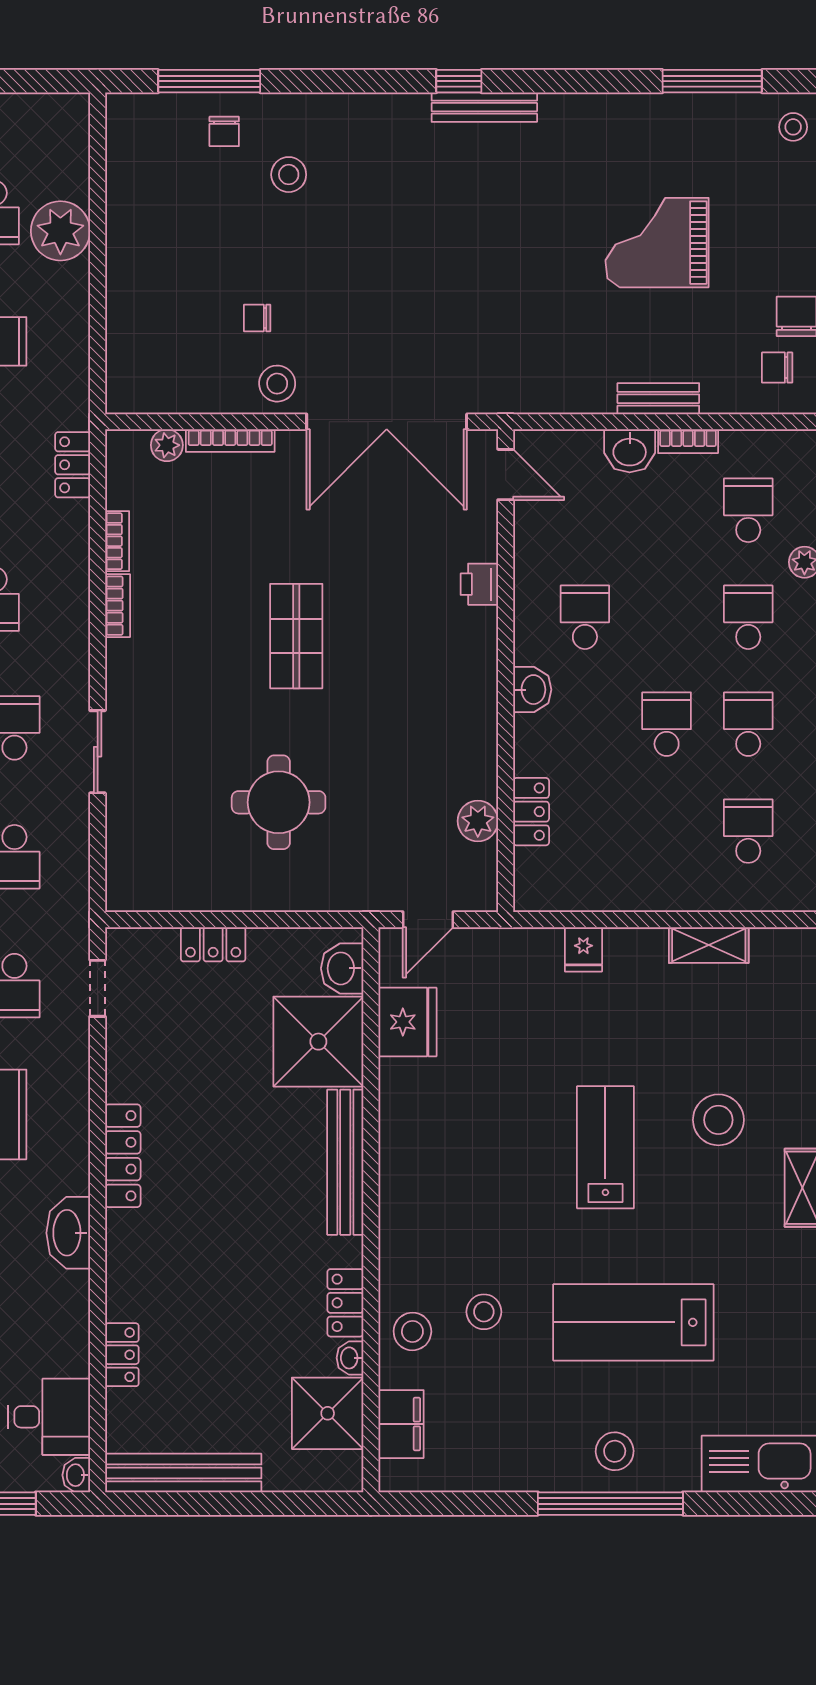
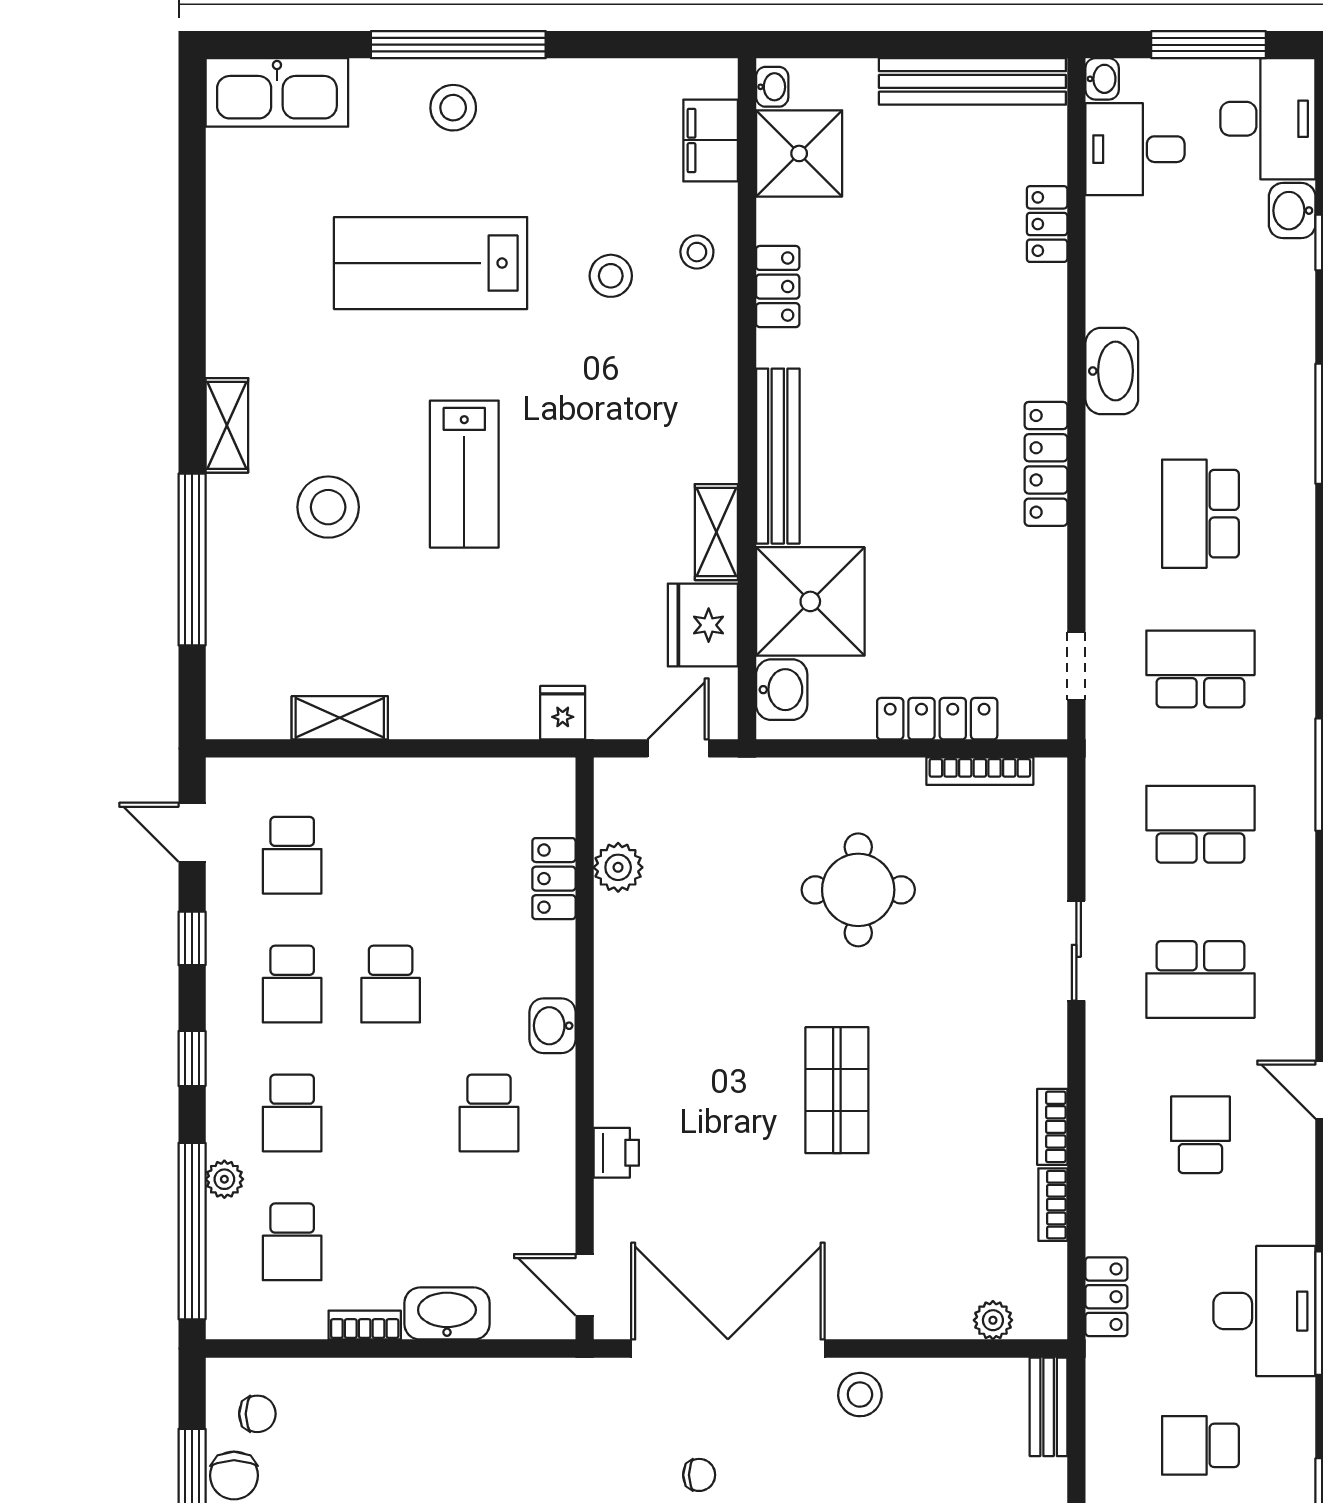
chair: (257, 318) -> (699, 1475), moved
bench: (658, 399) -> (1049, 1407), moved, turned 90
bookcase: (230, 441) -> (980, 771), moved, turned 180
washbasin: (630, 451) -> (447, 1313), width x1.38
locker: (213, 944) -> (937, 719), width x1.53
fridge: (583, 949) -> (563, 713), moved
shelving: (396, 1099) -> (716, 532), added
lab bench: (633, 1322) -> (431, 263), turned 180
stool: (412, 1331) -> (697, 252), width x0.73, depth x0.73
washbasin: (350, 1358) -> (772, 87), moved

